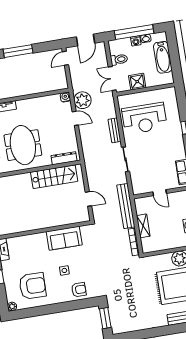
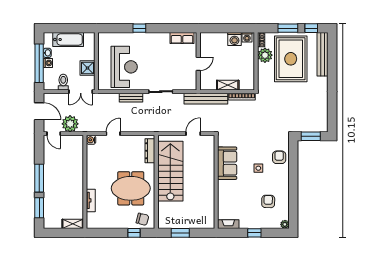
plant: (82, 100) -> (70, 124), moved
stairs: (54, 177) -> (170, 171), width x1.36, depth x1.51
armchair: (32, 286) -> (268, 201), width x0.53, depth x0.53

